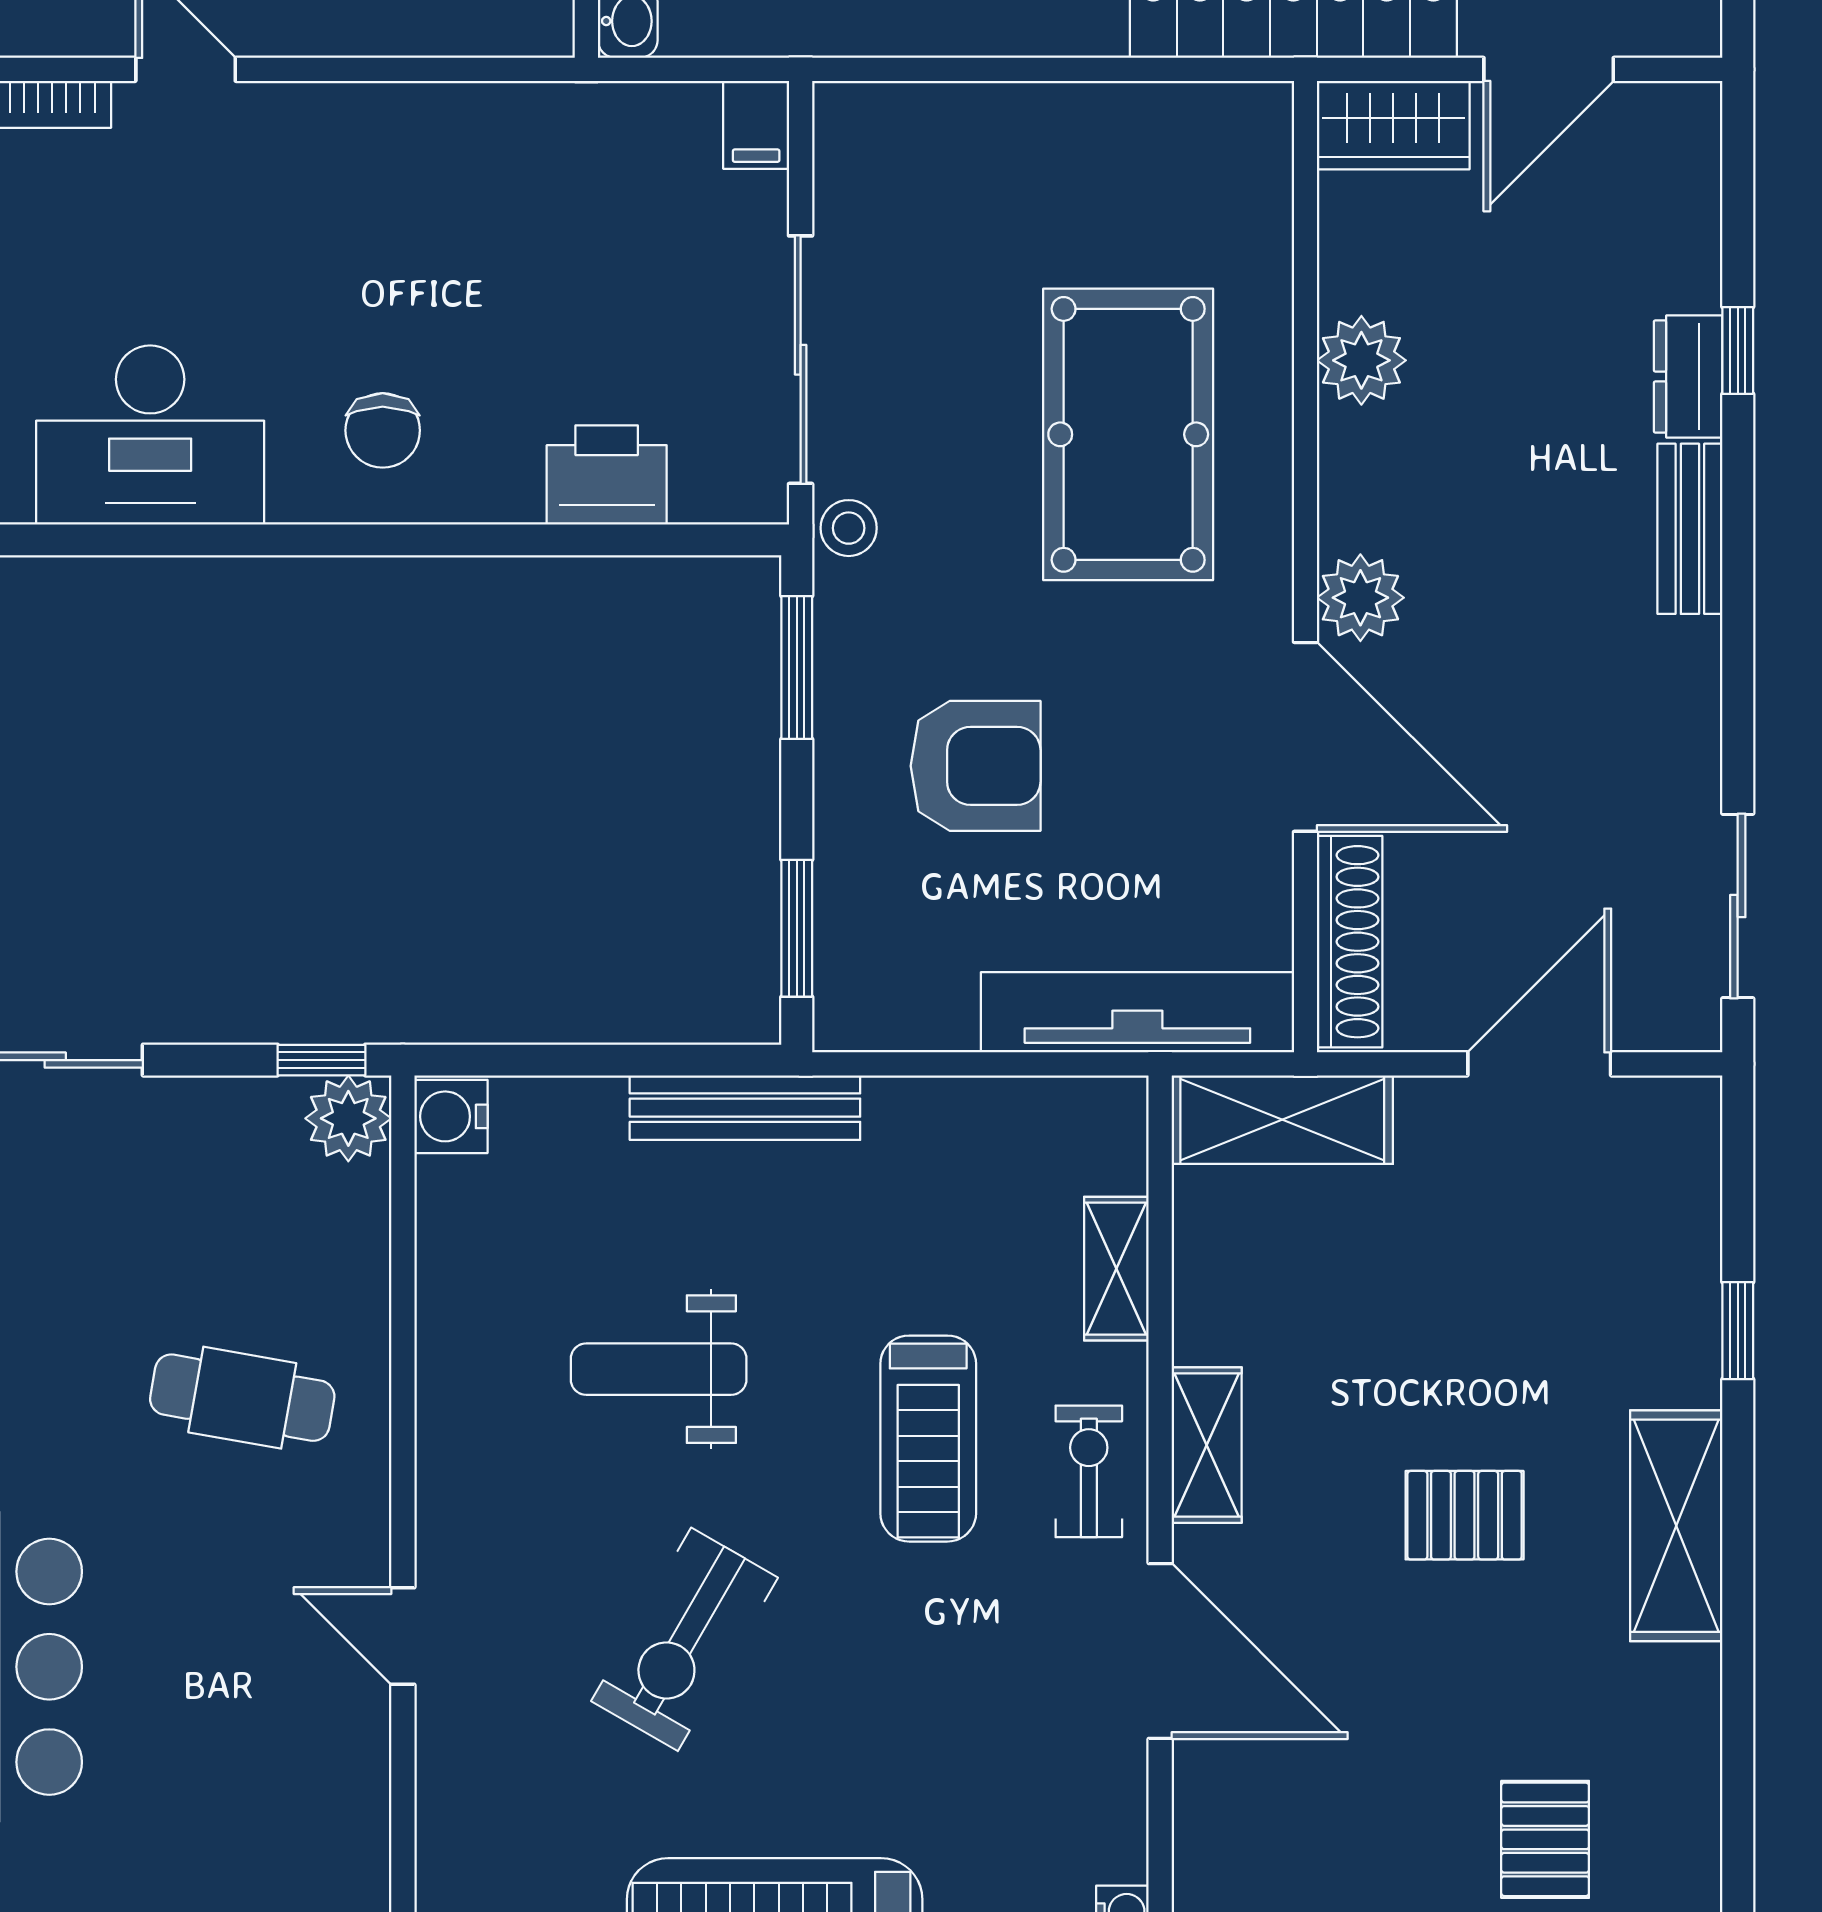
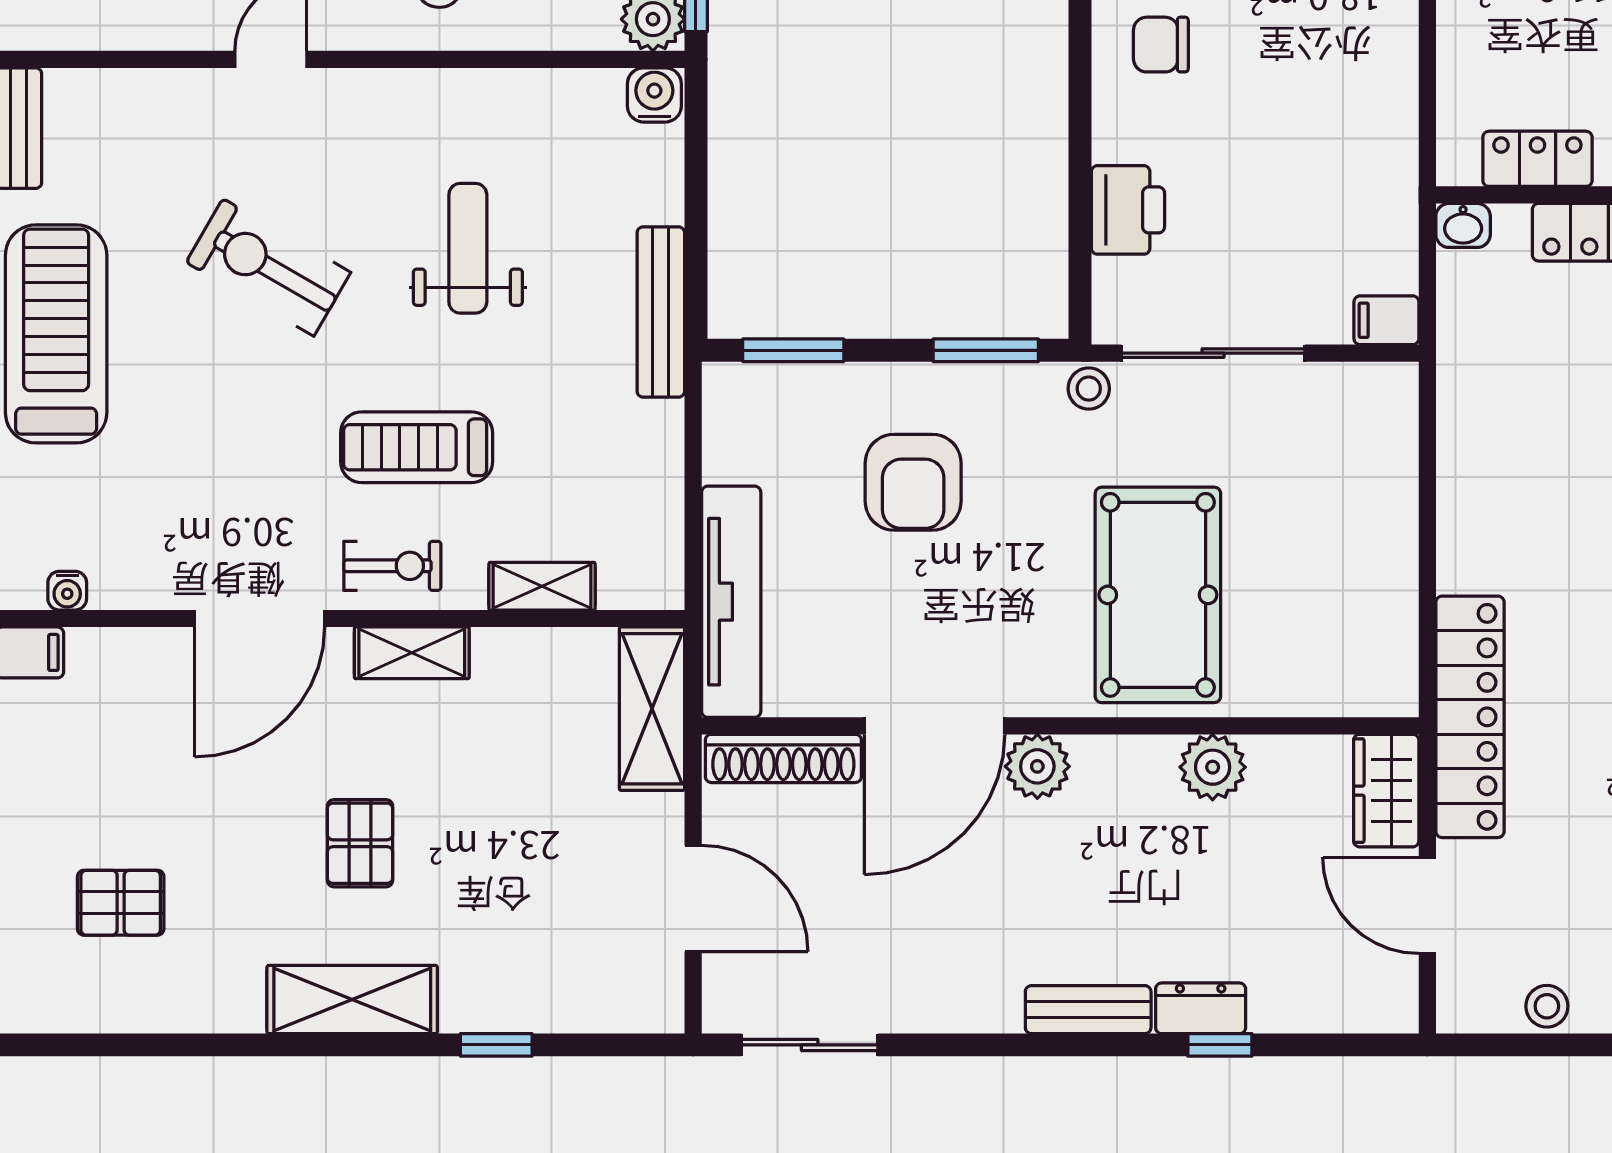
pool table: (1128, 434) -> (1158, 595), turned 90

